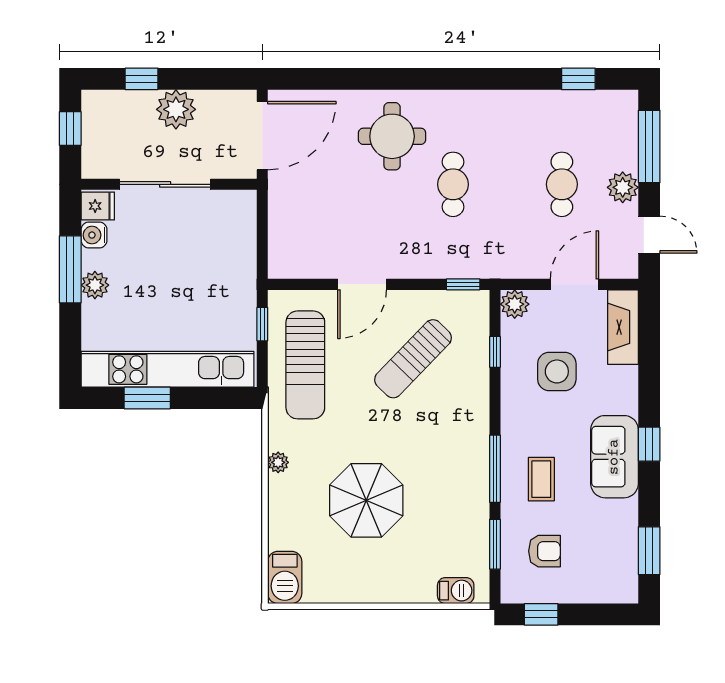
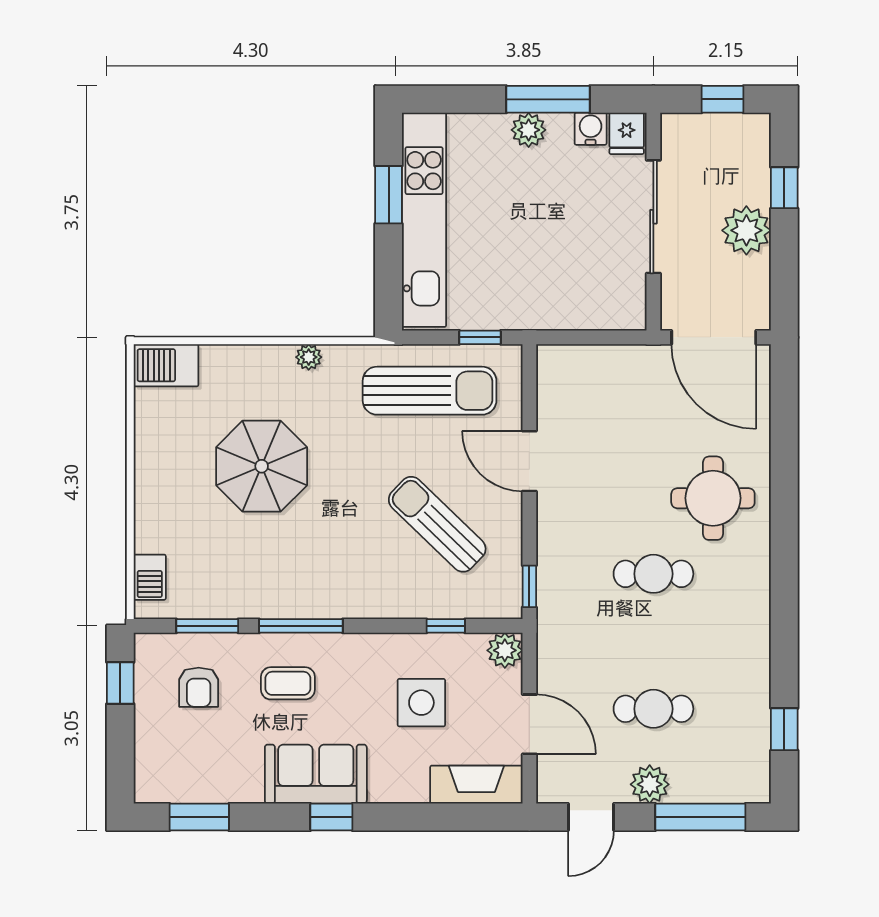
sun lounger: (305, 365) -> (430, 391), turned 180

